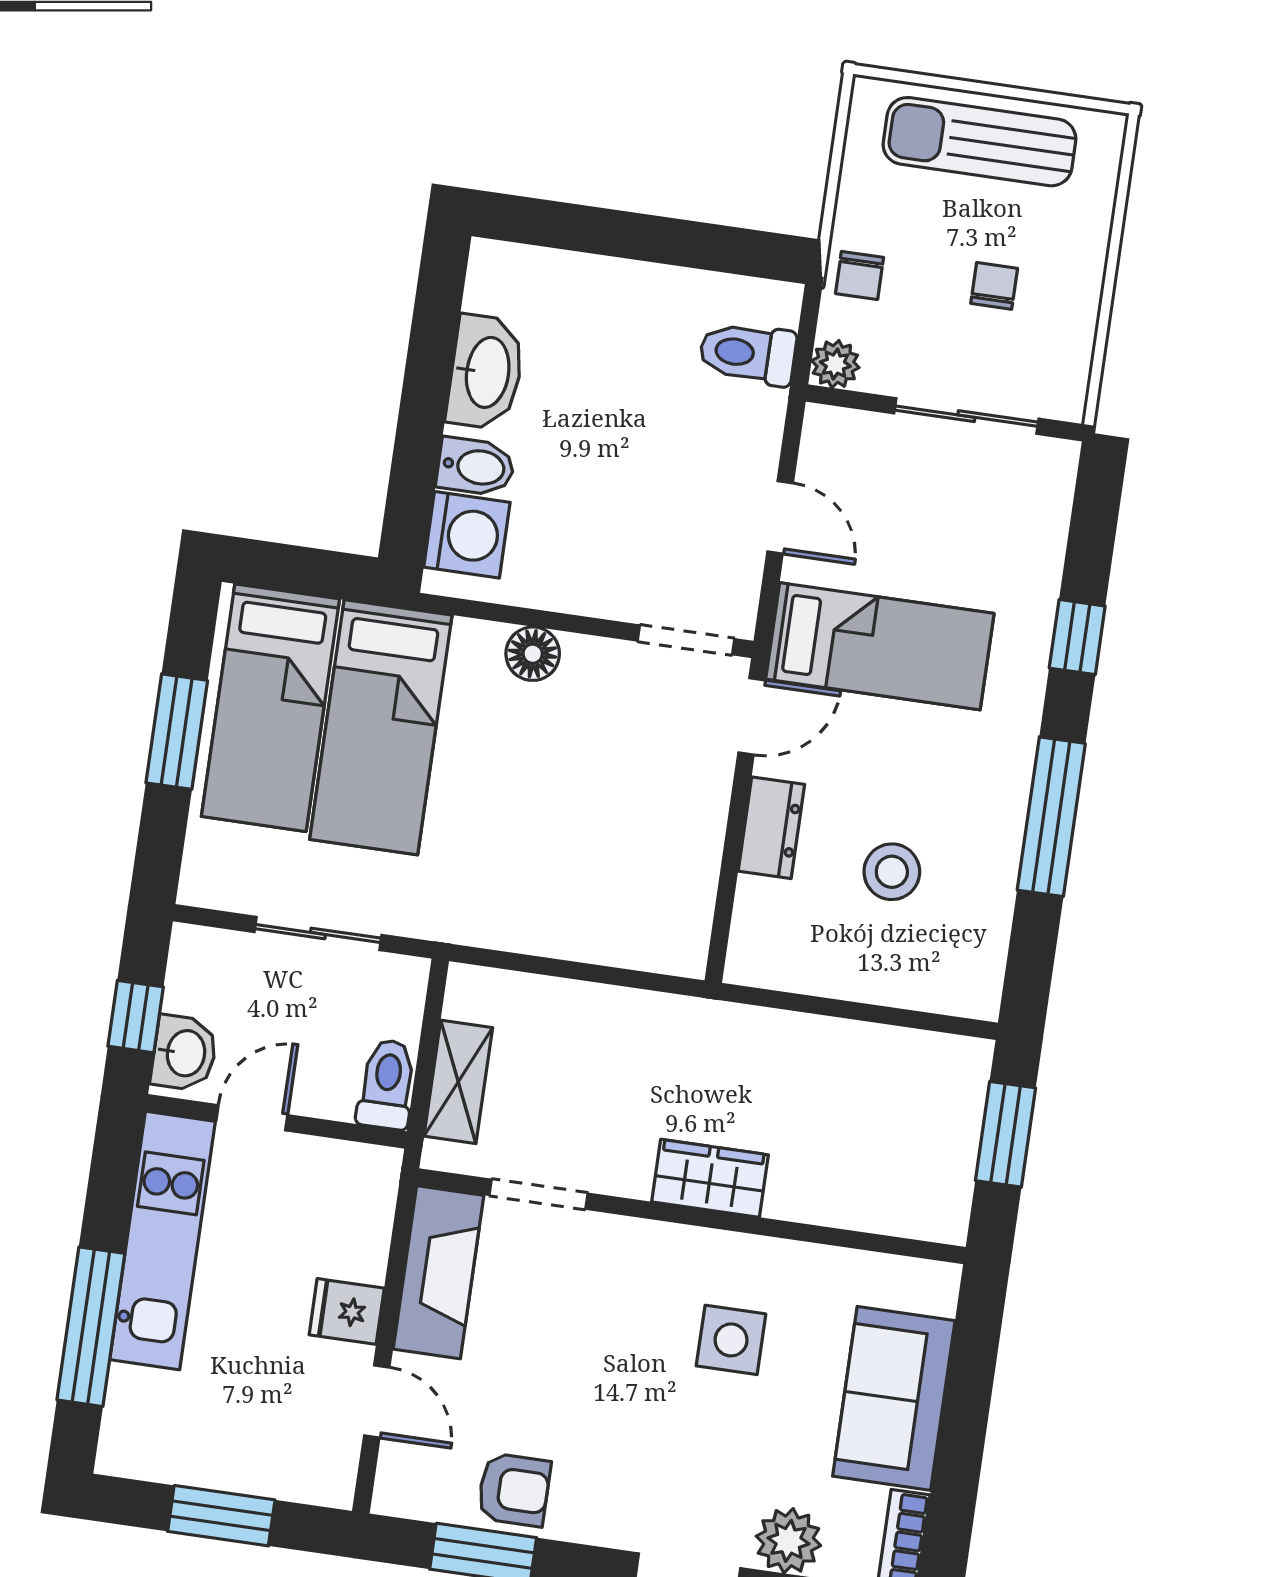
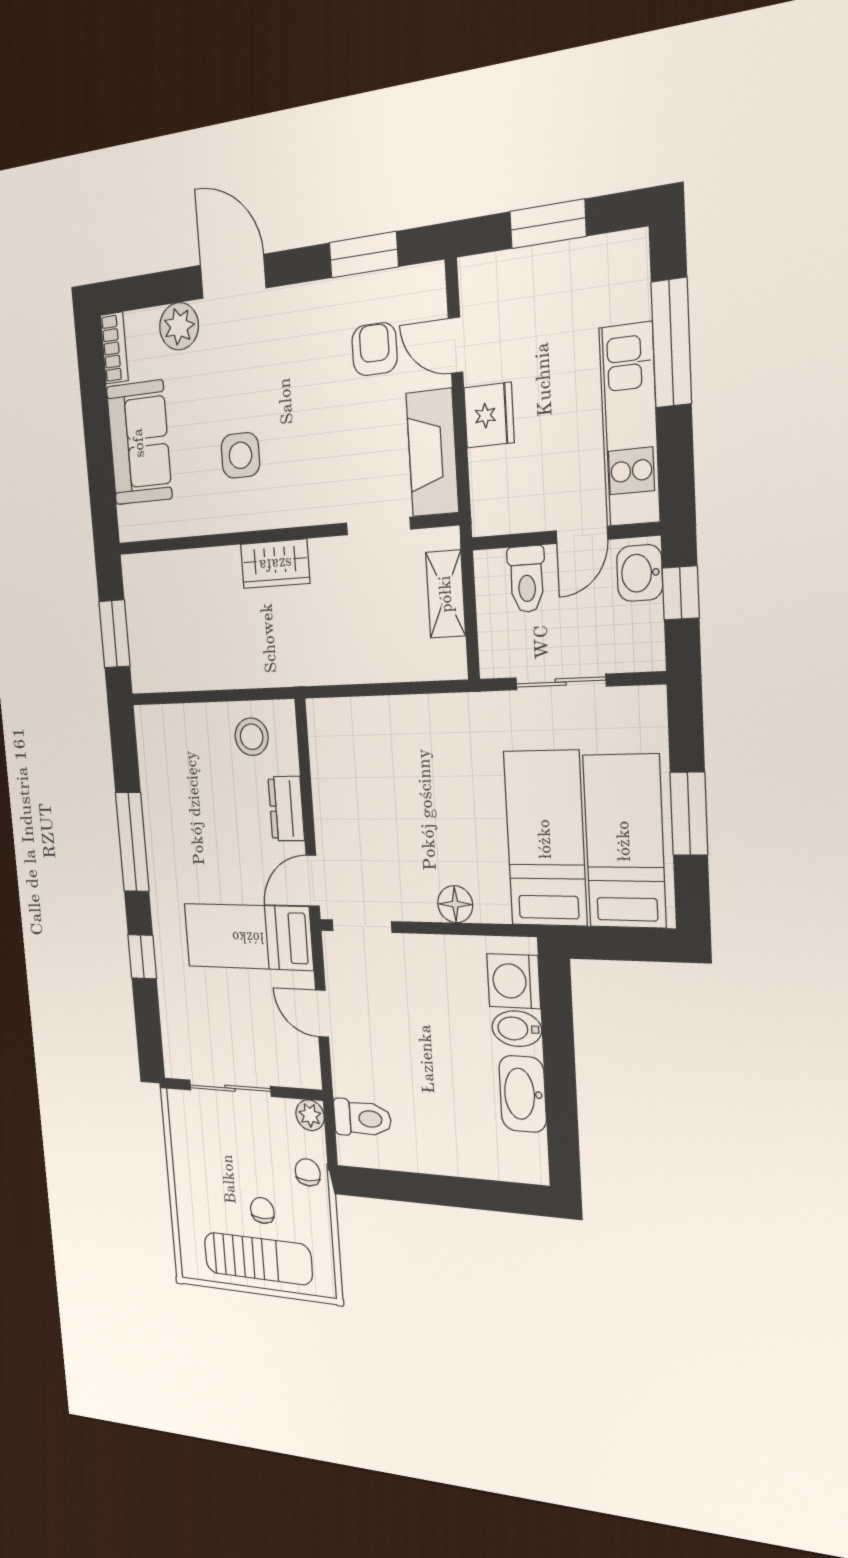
chair: (994, 286) -> (262, 1210), moved, turned 180
stool: (892, 872) -> (252, 737), moved
toilet: (387, 1084) -> (527, 579), moved
fridge: (347, 1311) -> (489, 415), width x1.38
armchair: (514, 1490) -> (375, 349), moved, turned 90

